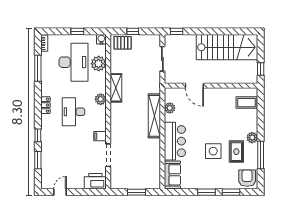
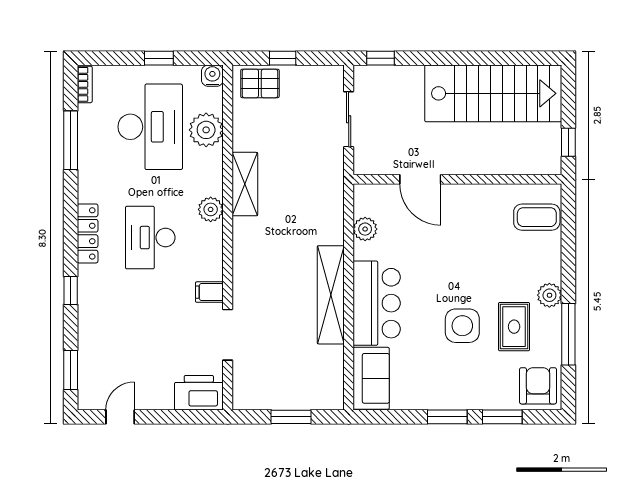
locker: (45, 105) -> (88, 233), width x1.53
shelving: (154, 116) -> (331, 295), moved
window: (38, 160) -> (71, 370), moved

